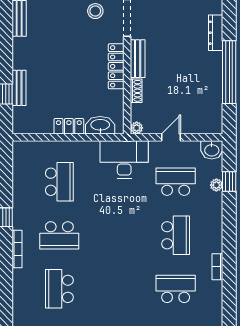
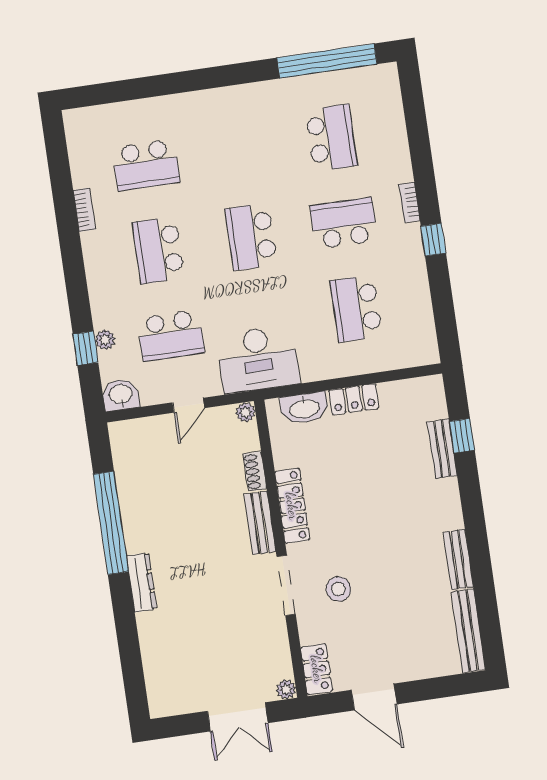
school desk: (117, 235) -> (251, 237), added
bookcase: (17, 249) -> (409, 202), width x0.64

